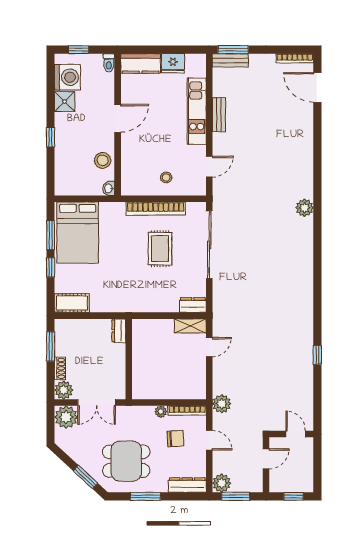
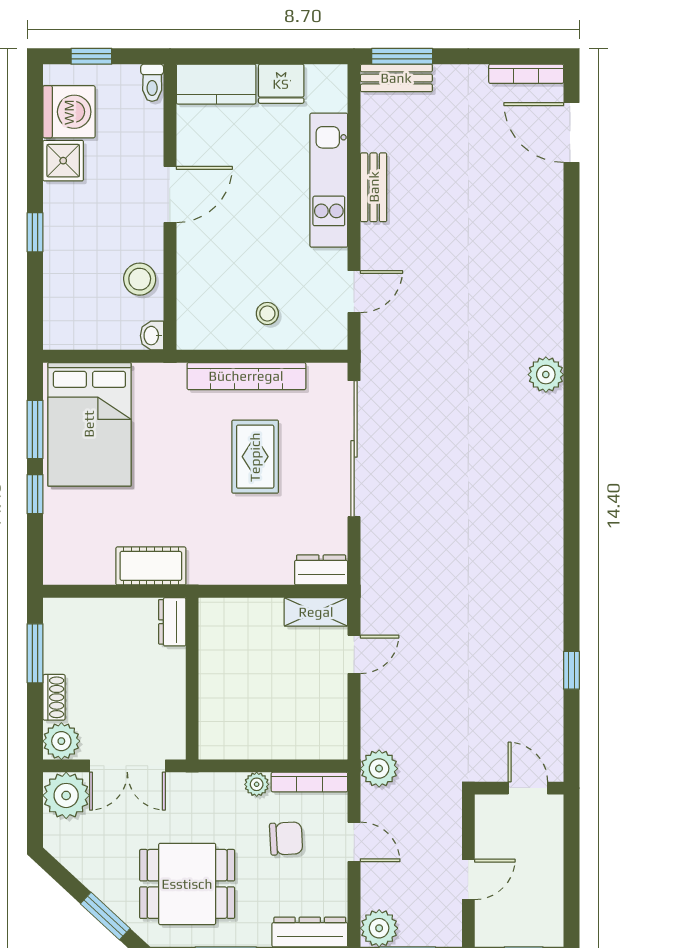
cot: (72, 303) -> (151, 566), moved
wall: (291, 434) -> (519, 788), moved
door: (296, 434) -> (528, 788), moved

